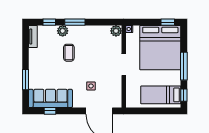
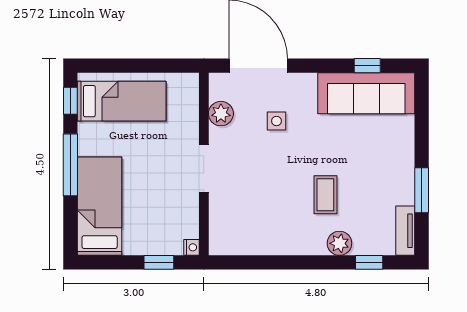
window: (75, 22) -> (312, 262), removed
window: (168, 22) -> (159, 262), moved
plant: (116, 31) -> (221, 114), moved
bed: (160, 48) -> (100, 206), width x0.49
window: (25, 80) -> (422, 190), moved

